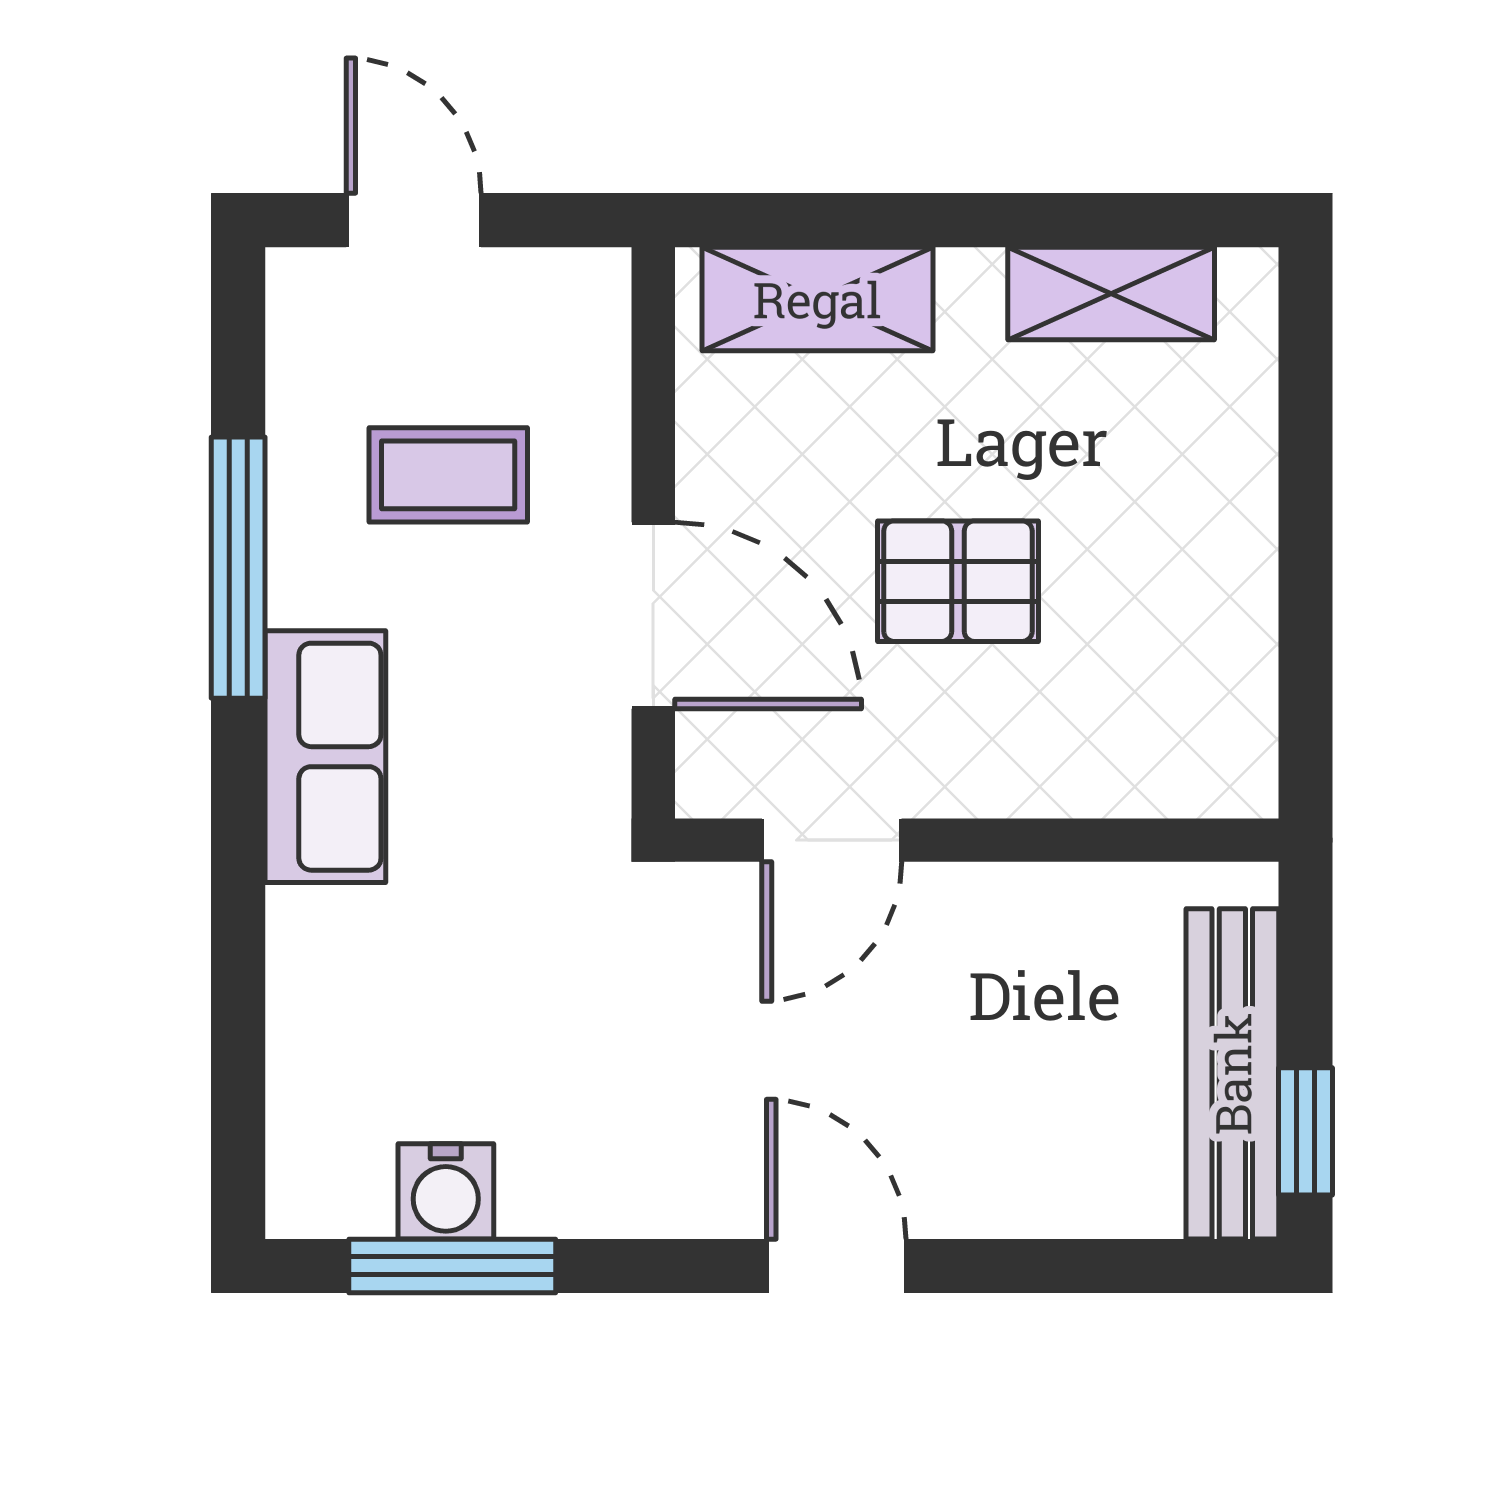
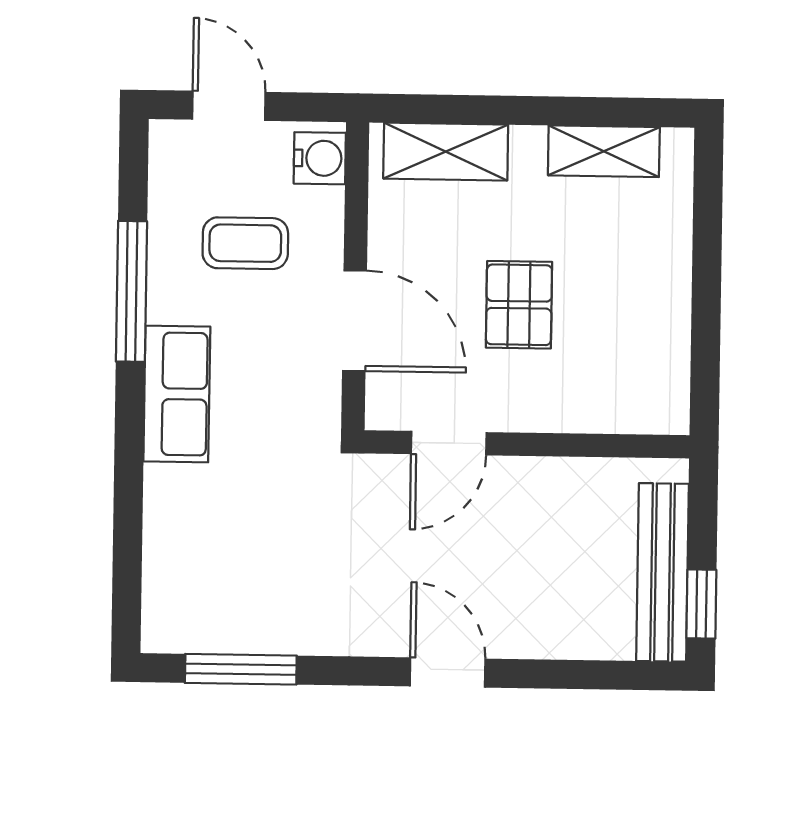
pallet: (958, 581) -> (519, 305), turned 90
water cooler: (446, 1191) -> (320, 158), moved, turned -90

